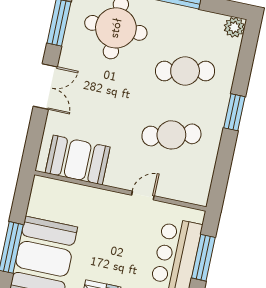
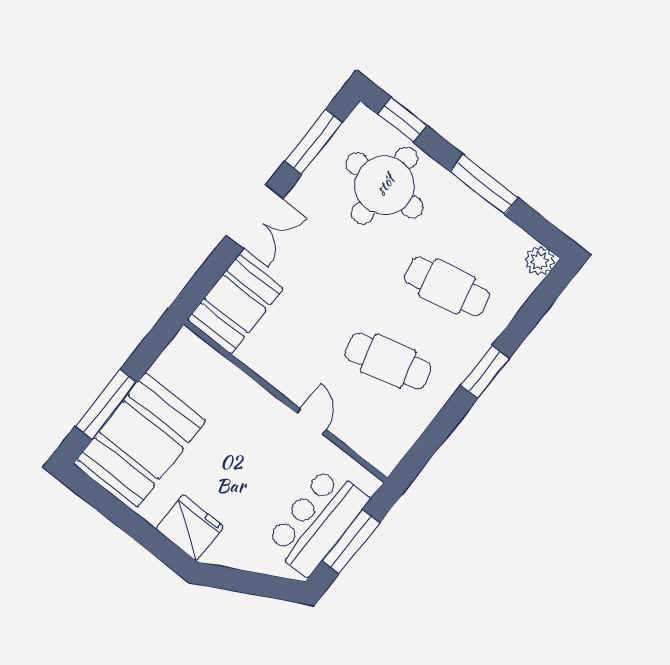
booth: (78, 160) -> (235, 304), moved, turned 90
door: (143, 196) -> (312, 421), hinge flipped

